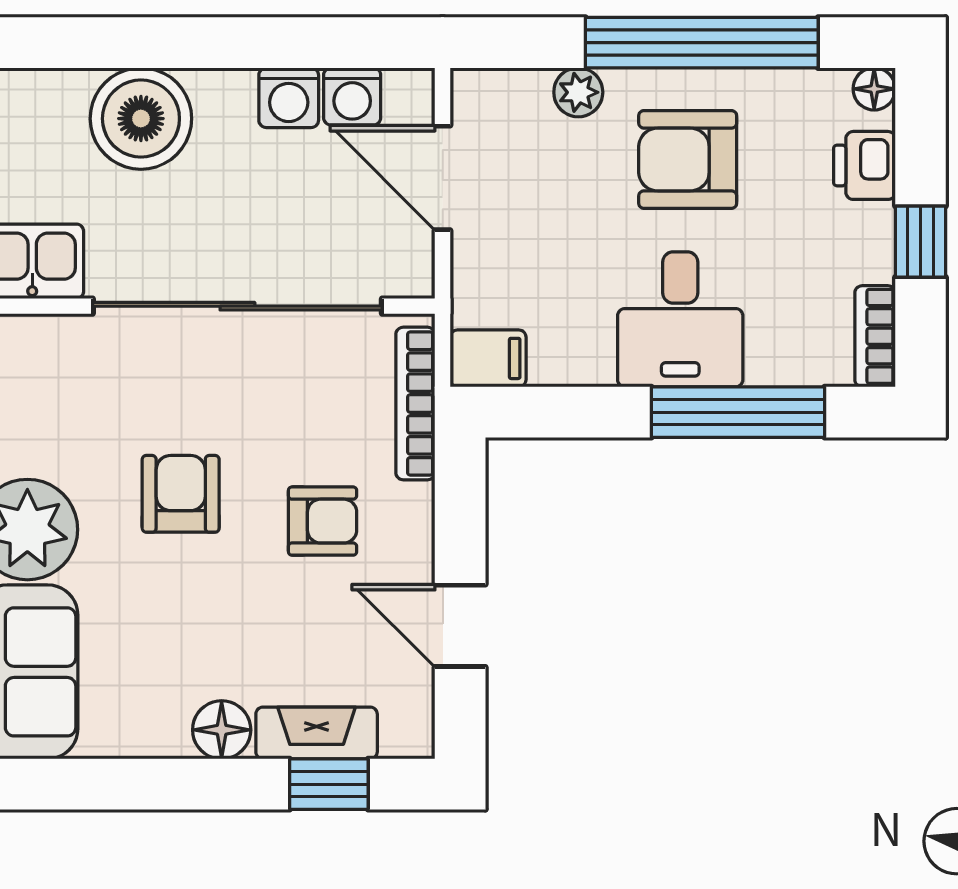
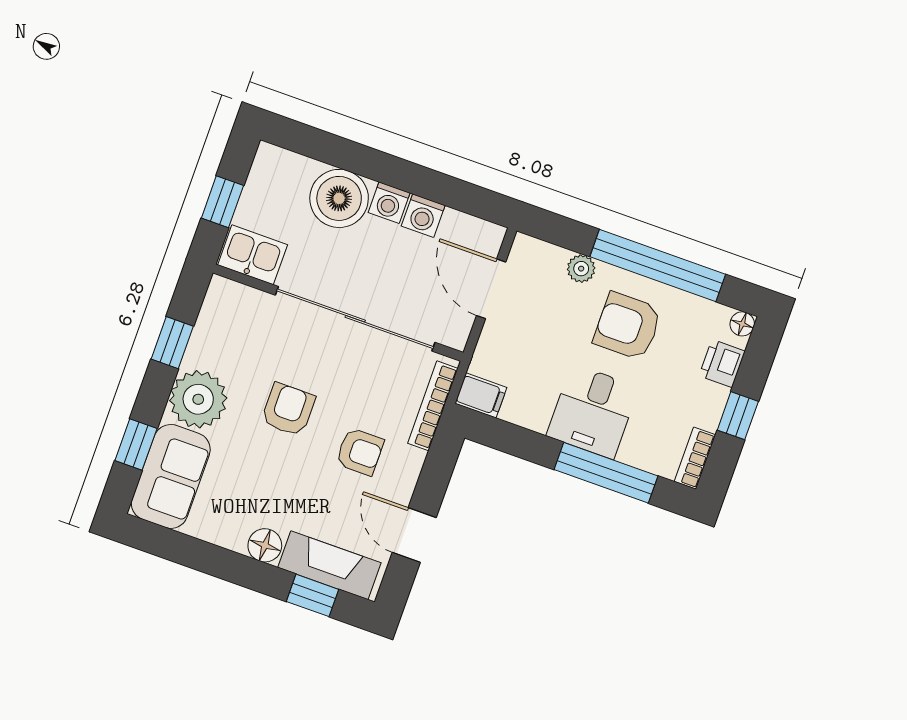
washing machine: (352, 96) -> (389, 203), moved
fireplace: (317, 733) -> (329, 565), width x1.37, depth x1.32

